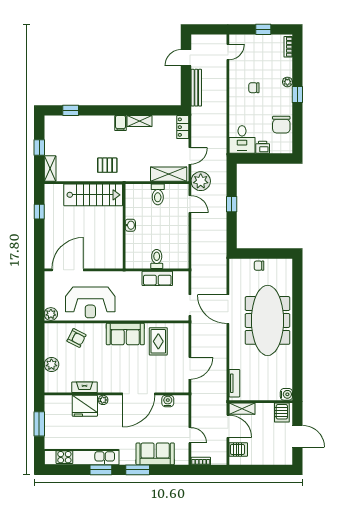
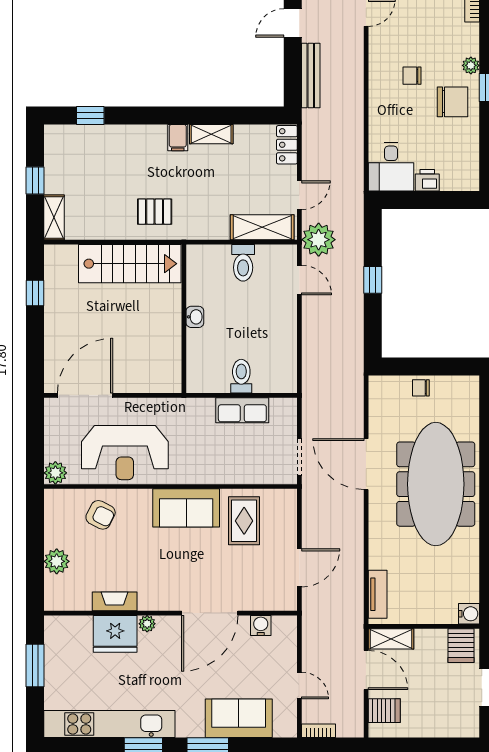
chair: (281, 125) -> (452, 102), moved, turned -90

